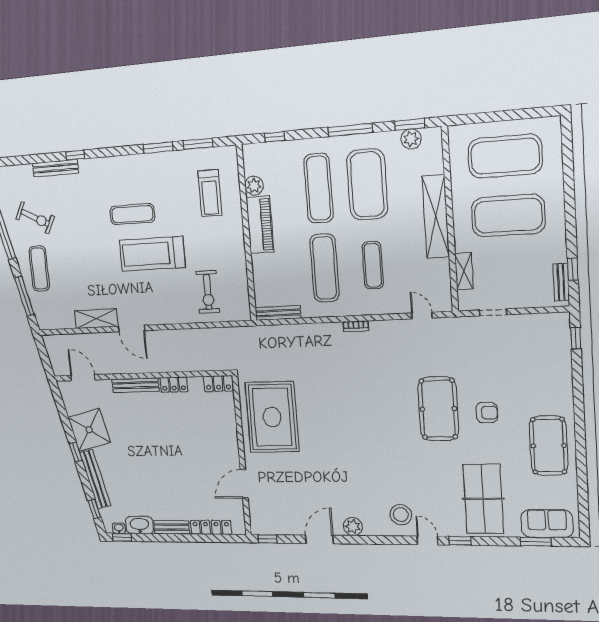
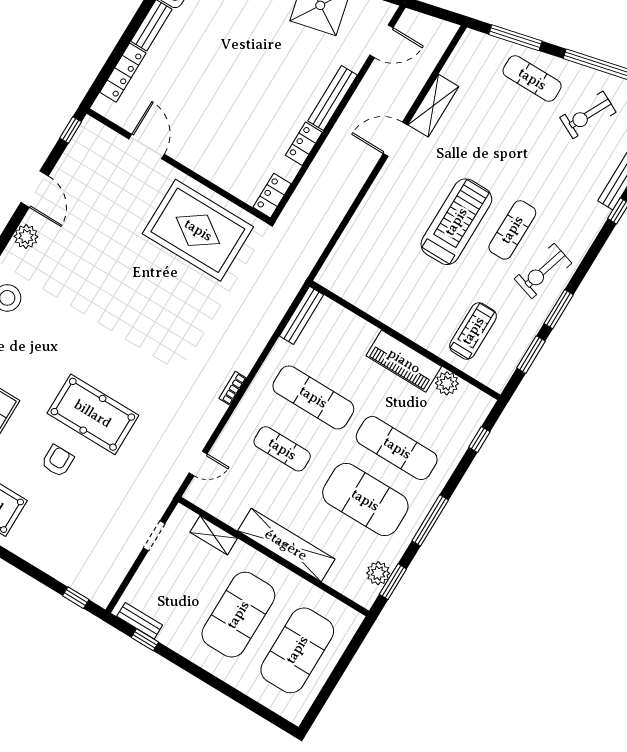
treadmill: (210, 193) -> (473, 331), turned 90
exercise bike: (208, 292) -> (543, 271), moved, turned -73
armchair: (487, 413) -> (58, 461), turned 180

